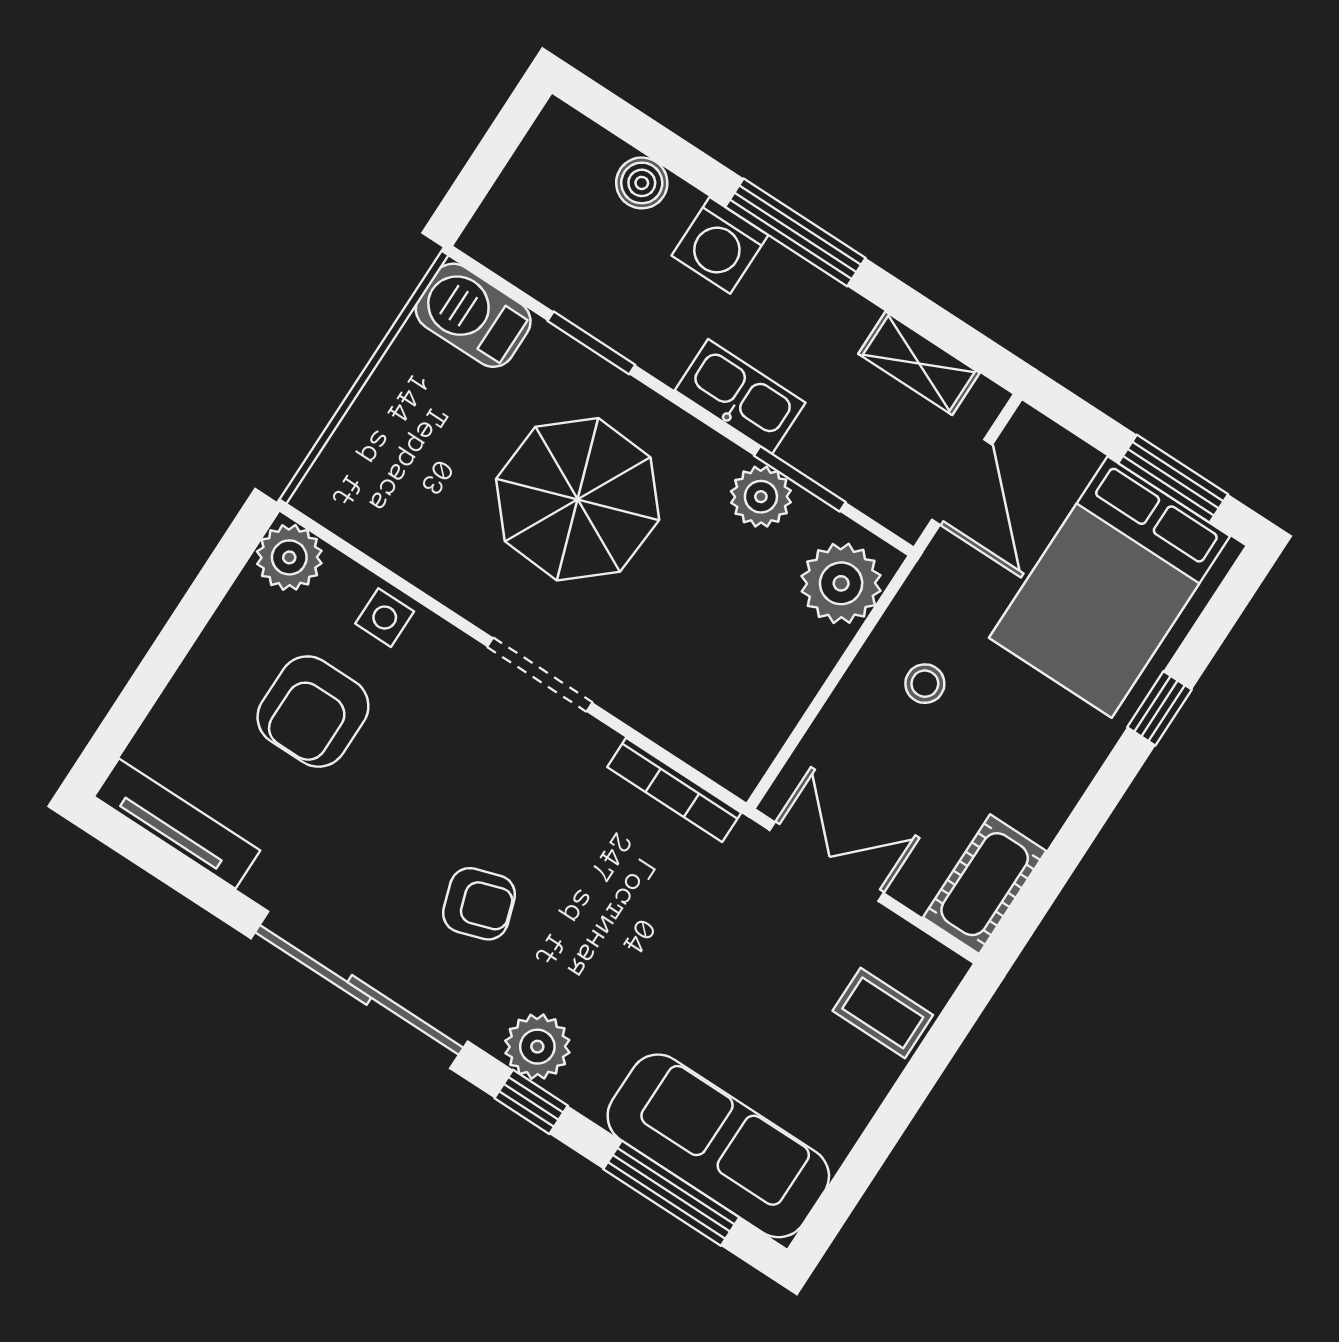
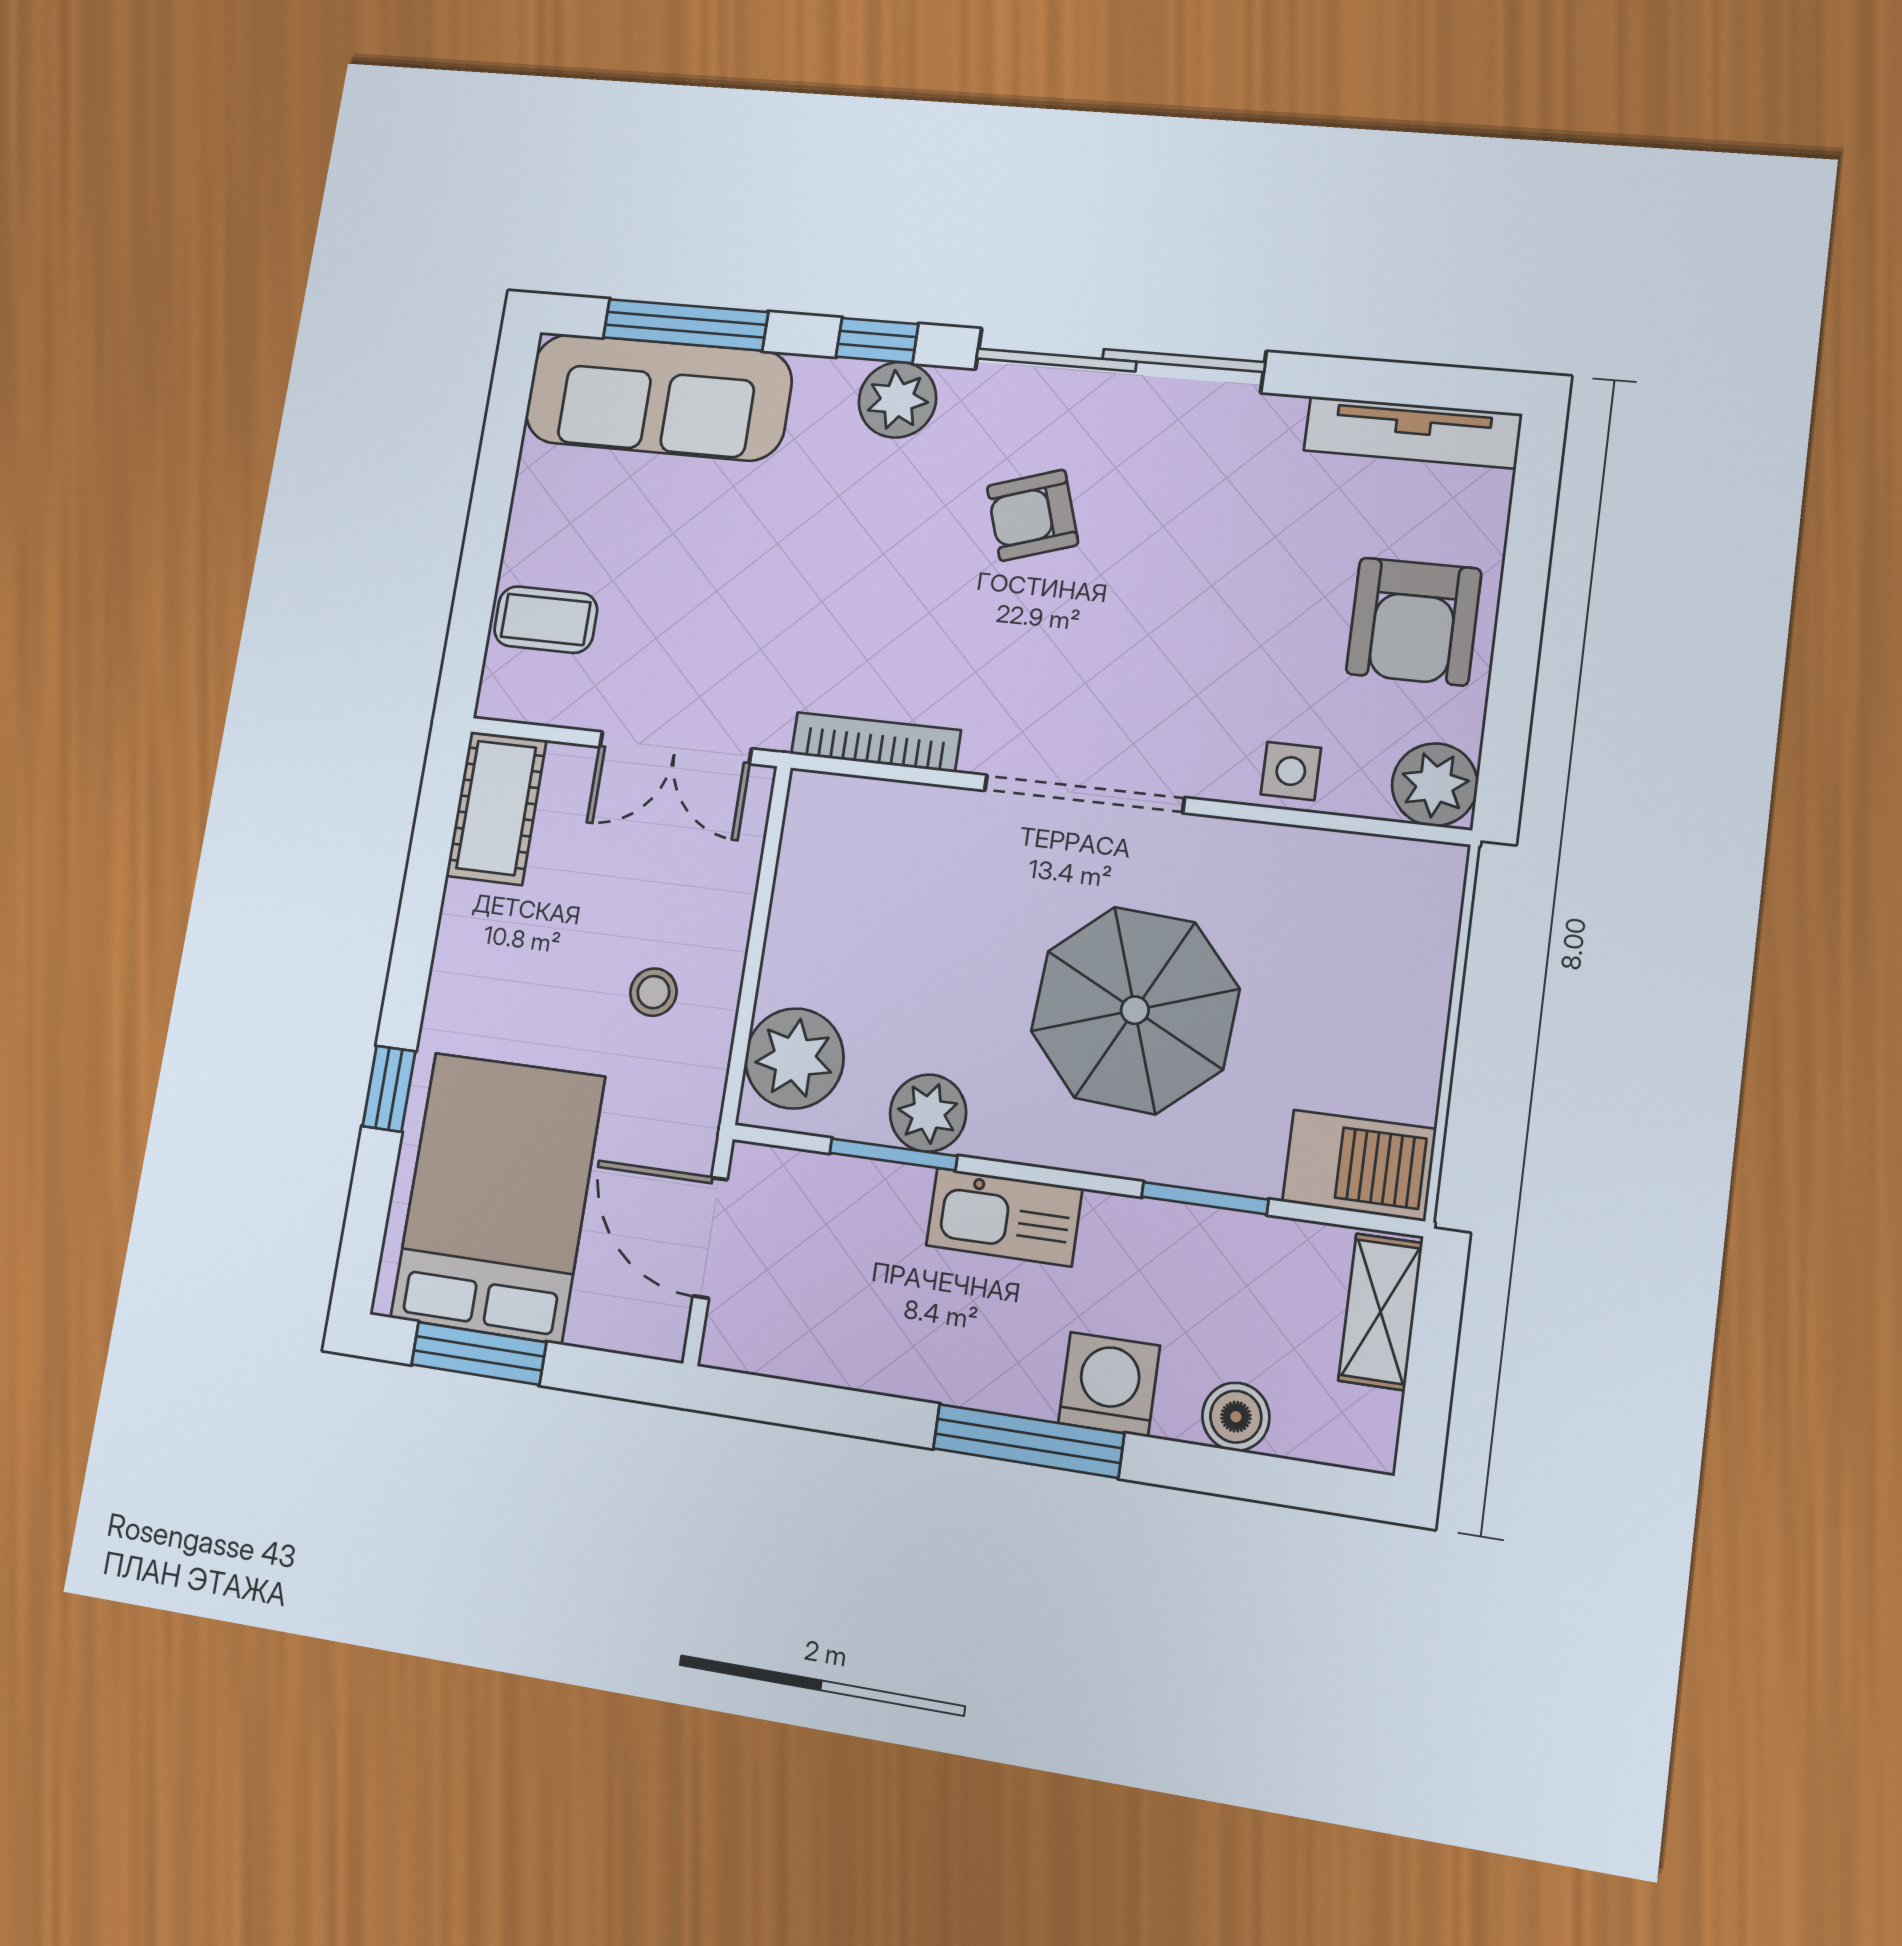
shelving: (919, 363) -> (1381, 1312), moved, turned 90
doorway: (540, 675) -> (1084, 794), width x1.36
armchair: (313, 712) -> (1414, 621), moved, turned 180

